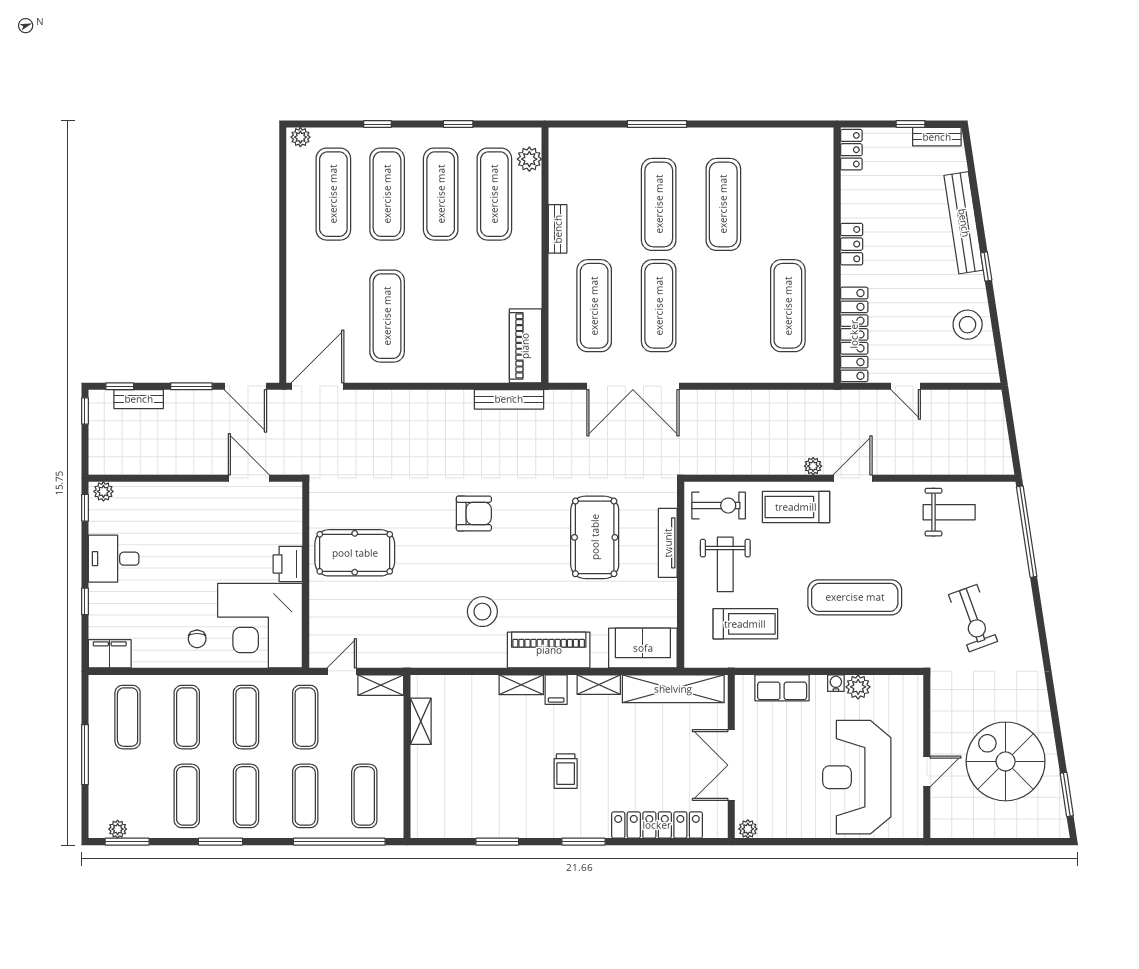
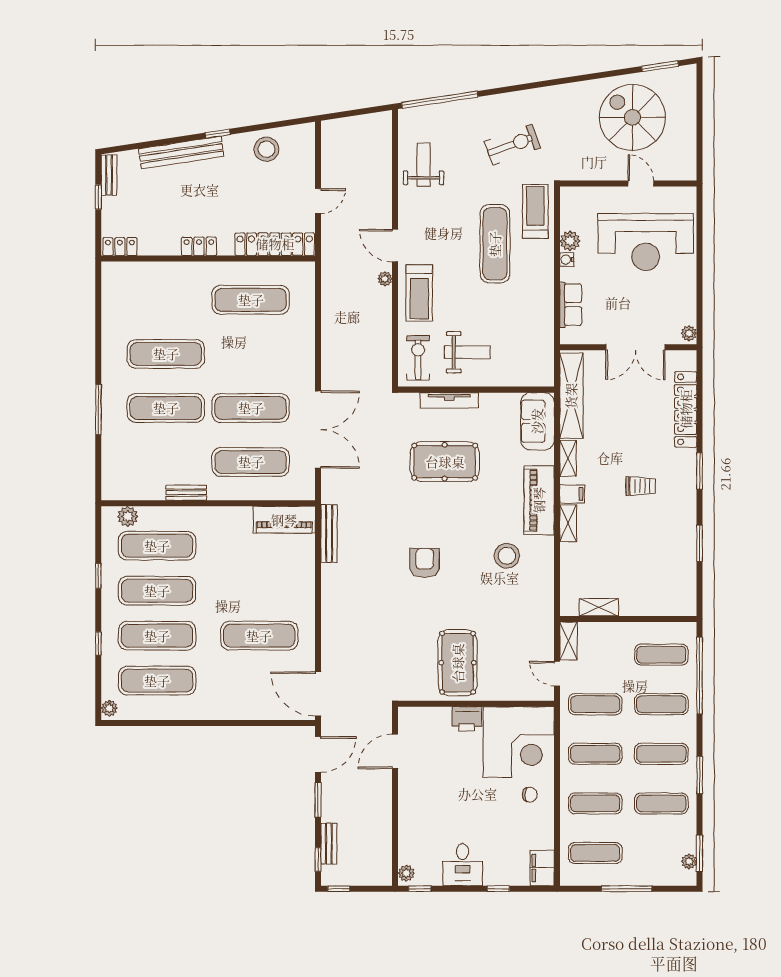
treadmill: (745, 624) -> (535, 211), moved
spiral stairs: (1006, 761) -> (632, 117), turned 90

